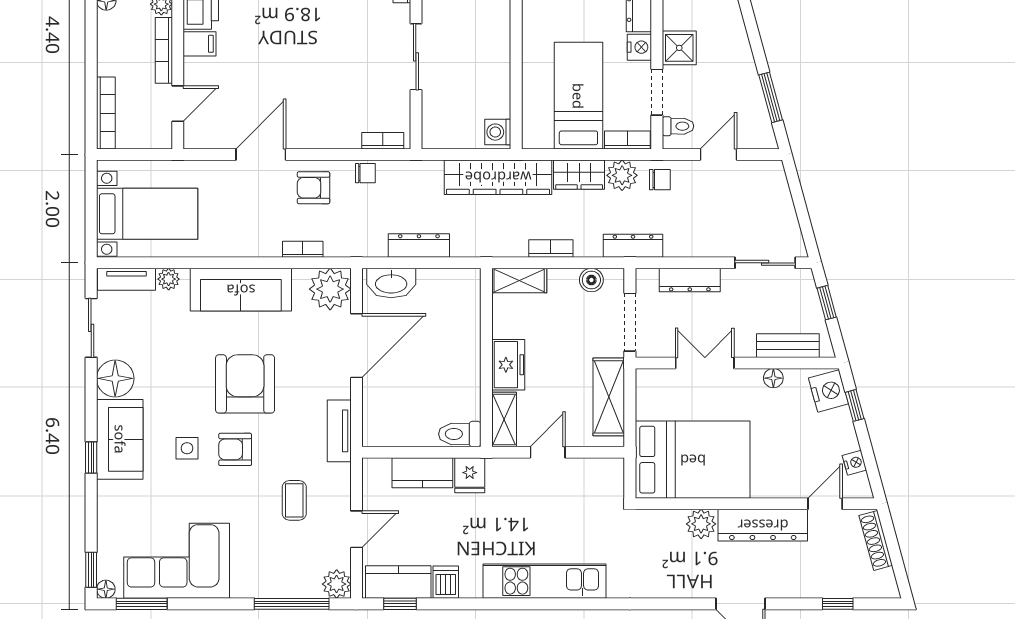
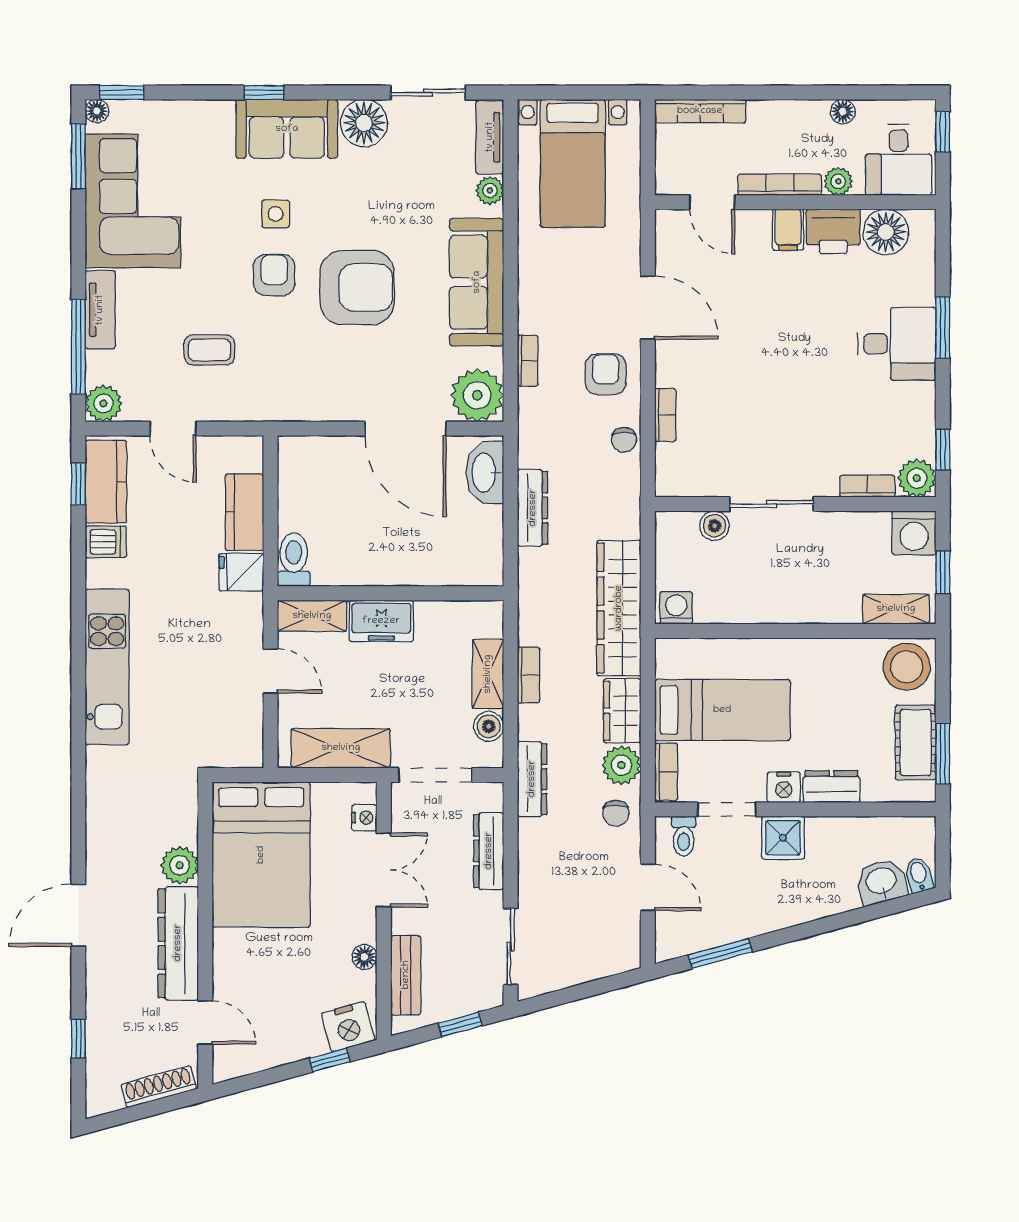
boiler: (433, 102) -> (714, 526), added
bookcase: (383, 141) -> (665, 415), moved
shelving: (519, 281) -> (488, 674), moved
tv unit: (339, 431) -> (100, 310), moved, turned 90
nightstand: (854, 463) -> (364, 818), moved, turned -75

